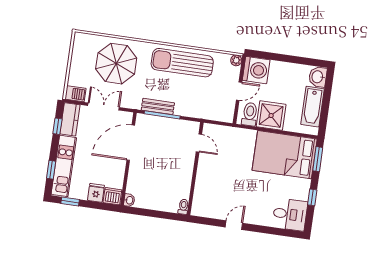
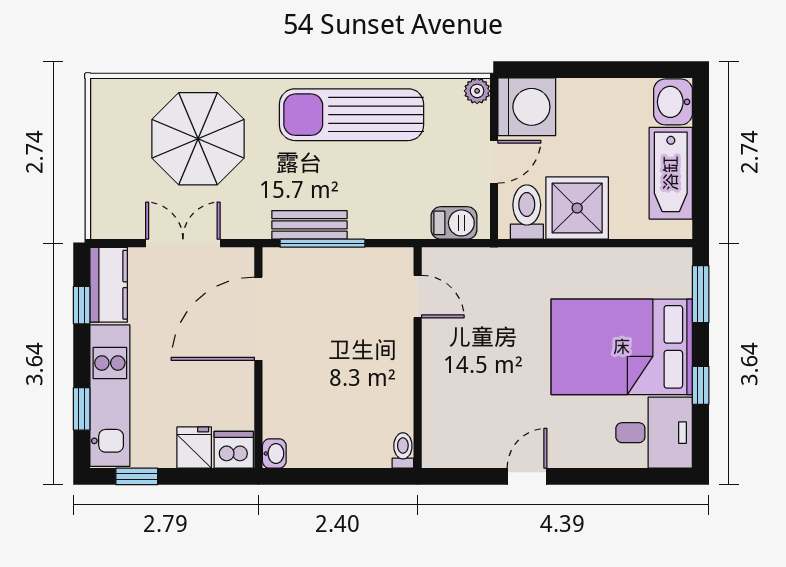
barbecue: (75, 94) -> (454, 223), moved
bed: (285, 155) -> (622, 347), moved

